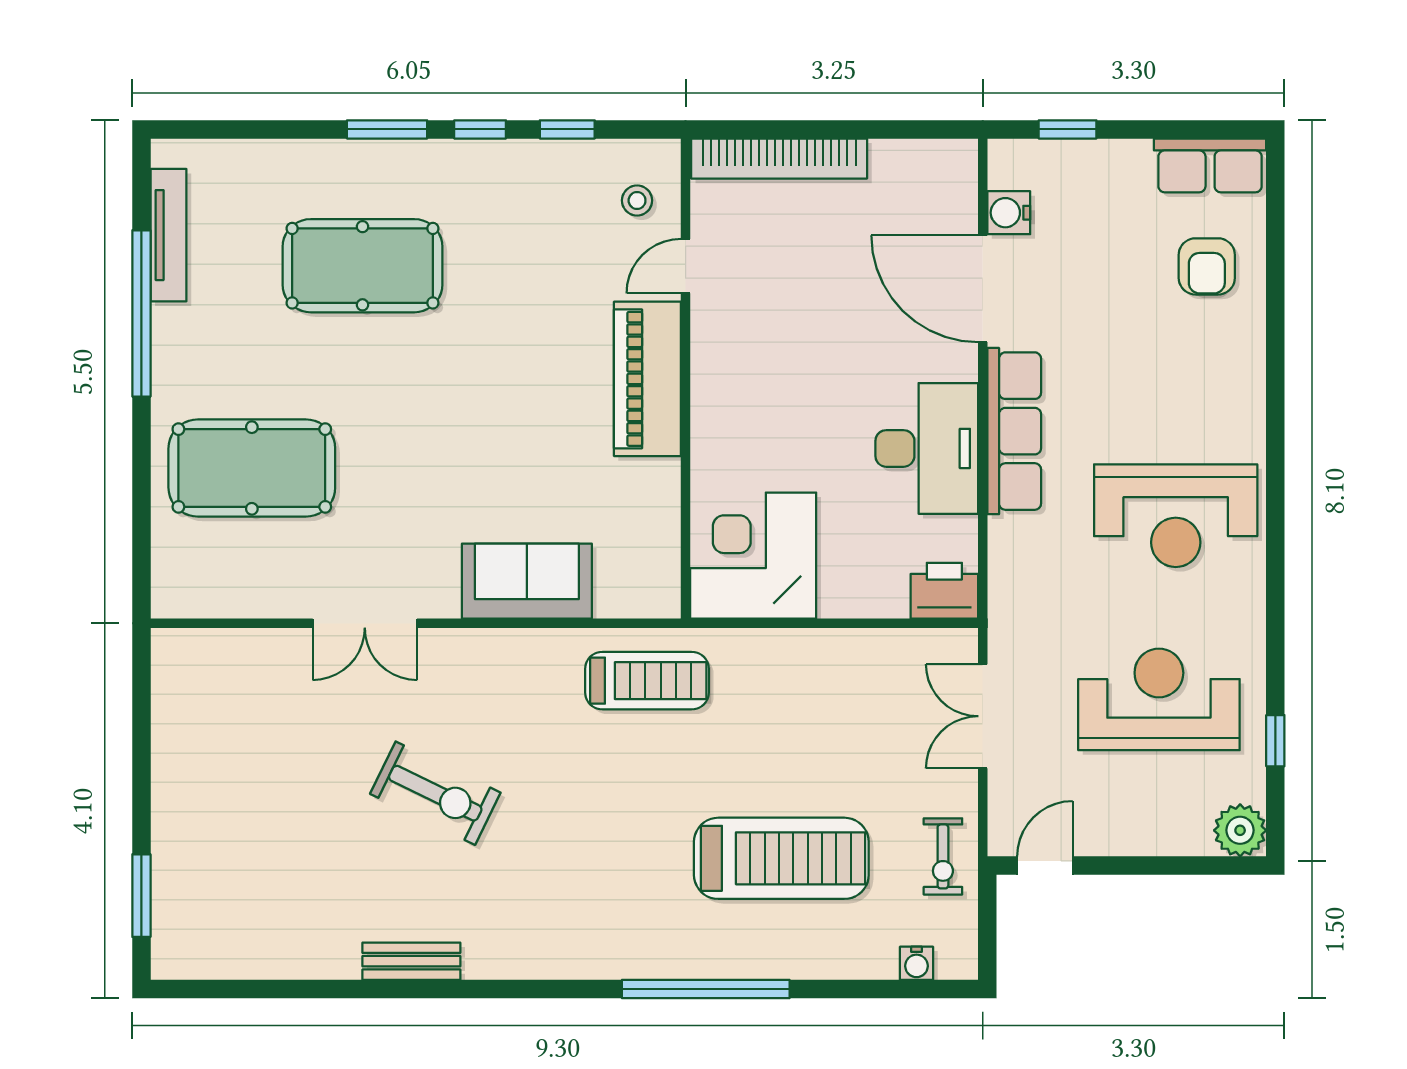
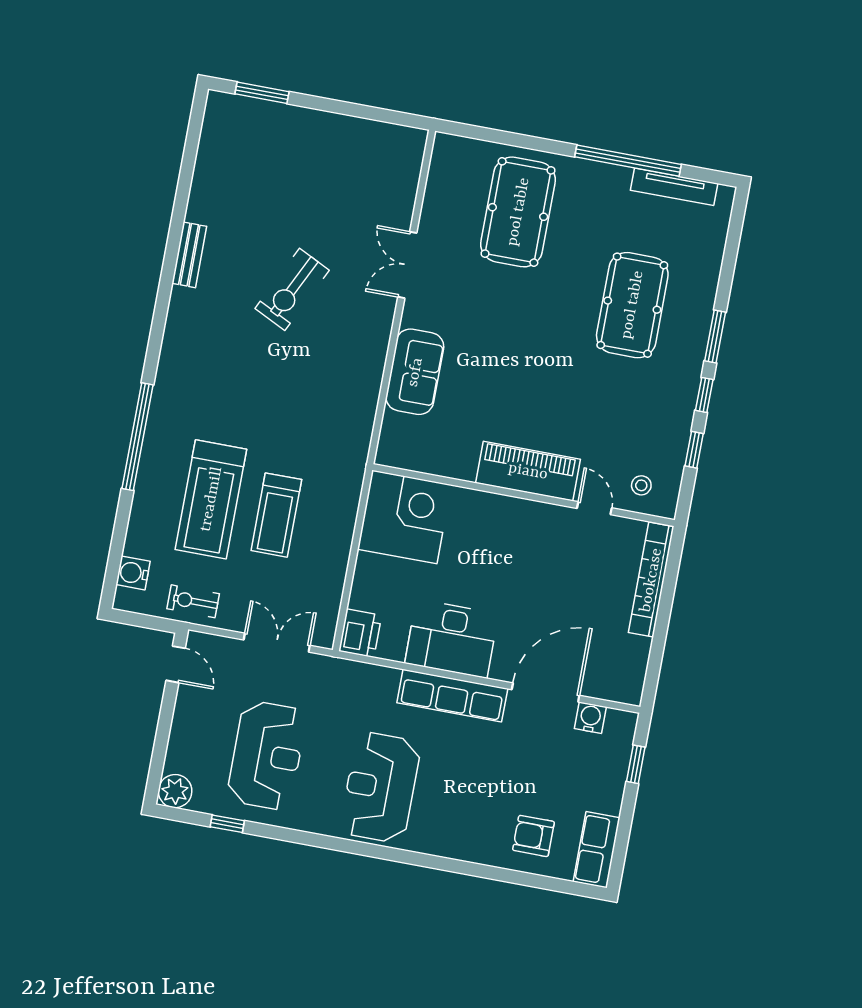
treadmill: (647, 681) -> (276, 515), moved
water cooler: (917, 963) -> (133, 573), width x1.38, depth x1.38

